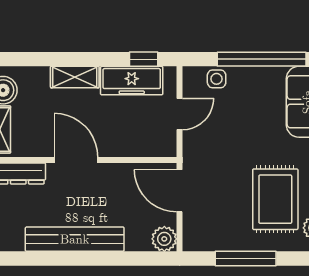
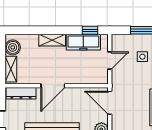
side table: (217, 79) -> (142, 57), moved
door: (76, 160) -> (53, 86), swing flipped

